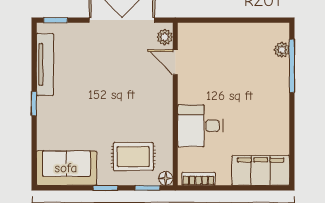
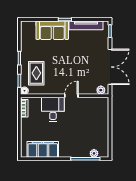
door: (175, 62) -> (71, 96), moved
sofa: (66, 168) -> (52, 30), moved, turned 90
filing cabinet: (261, 170) -> (43, 149), moved, turned -90

